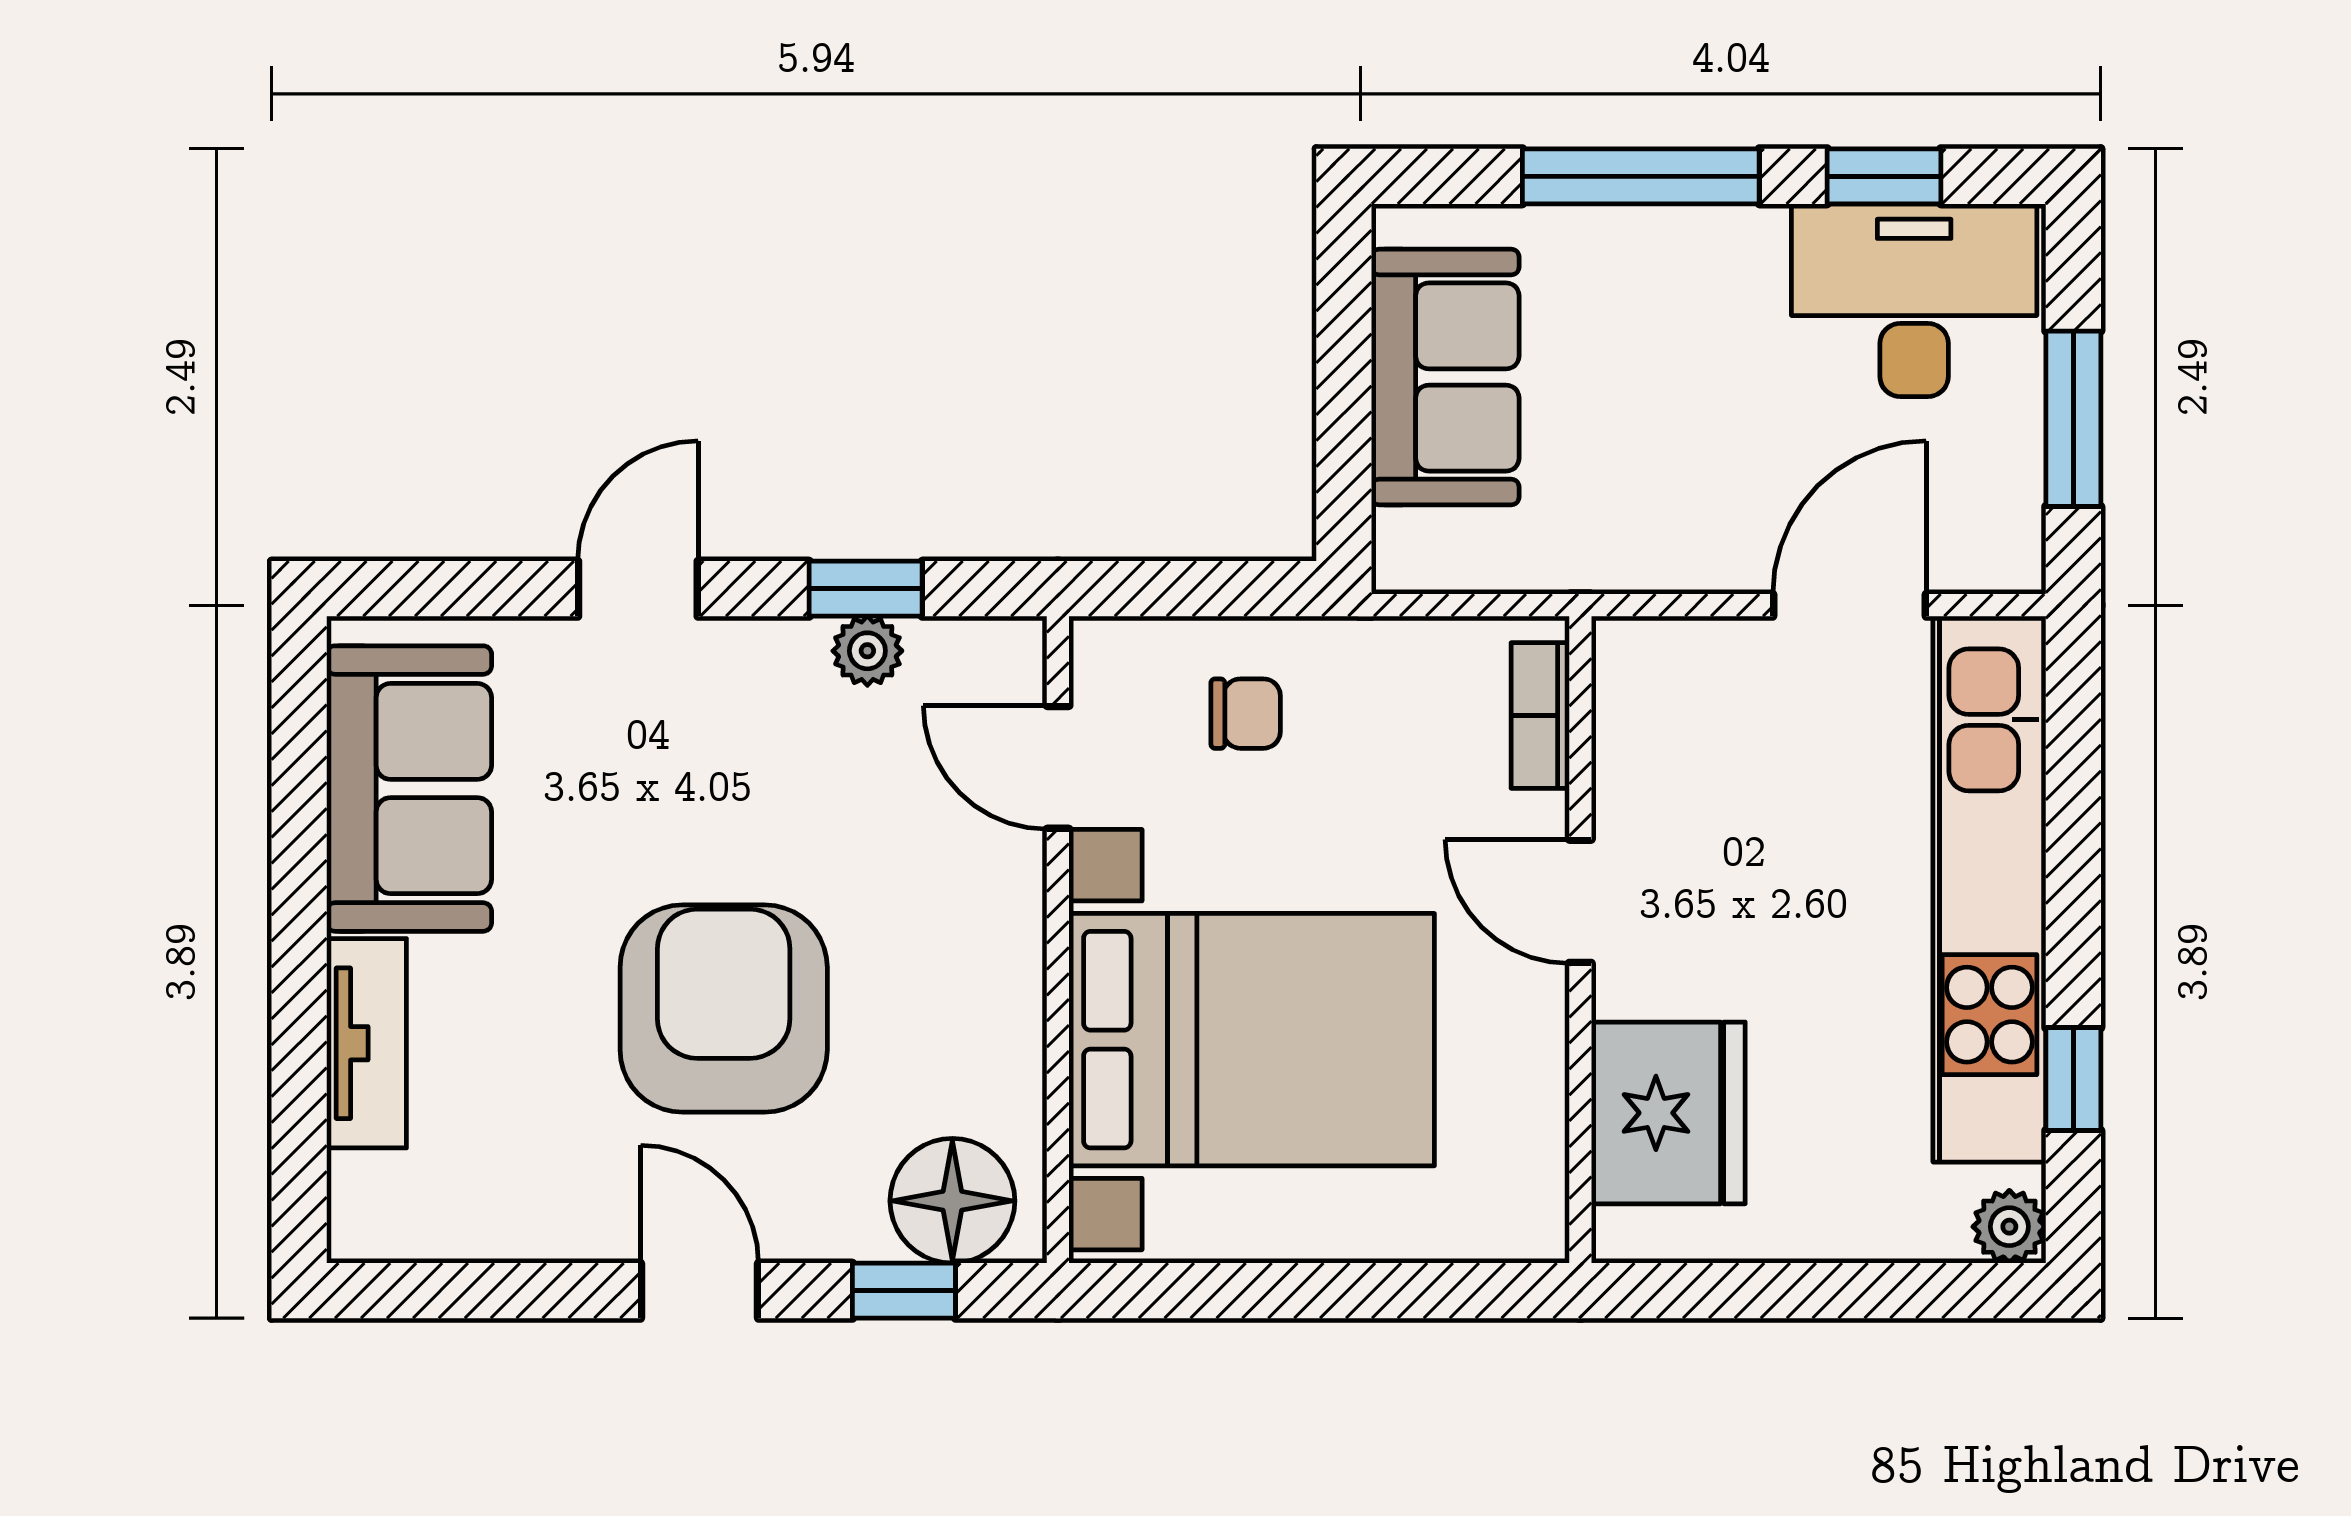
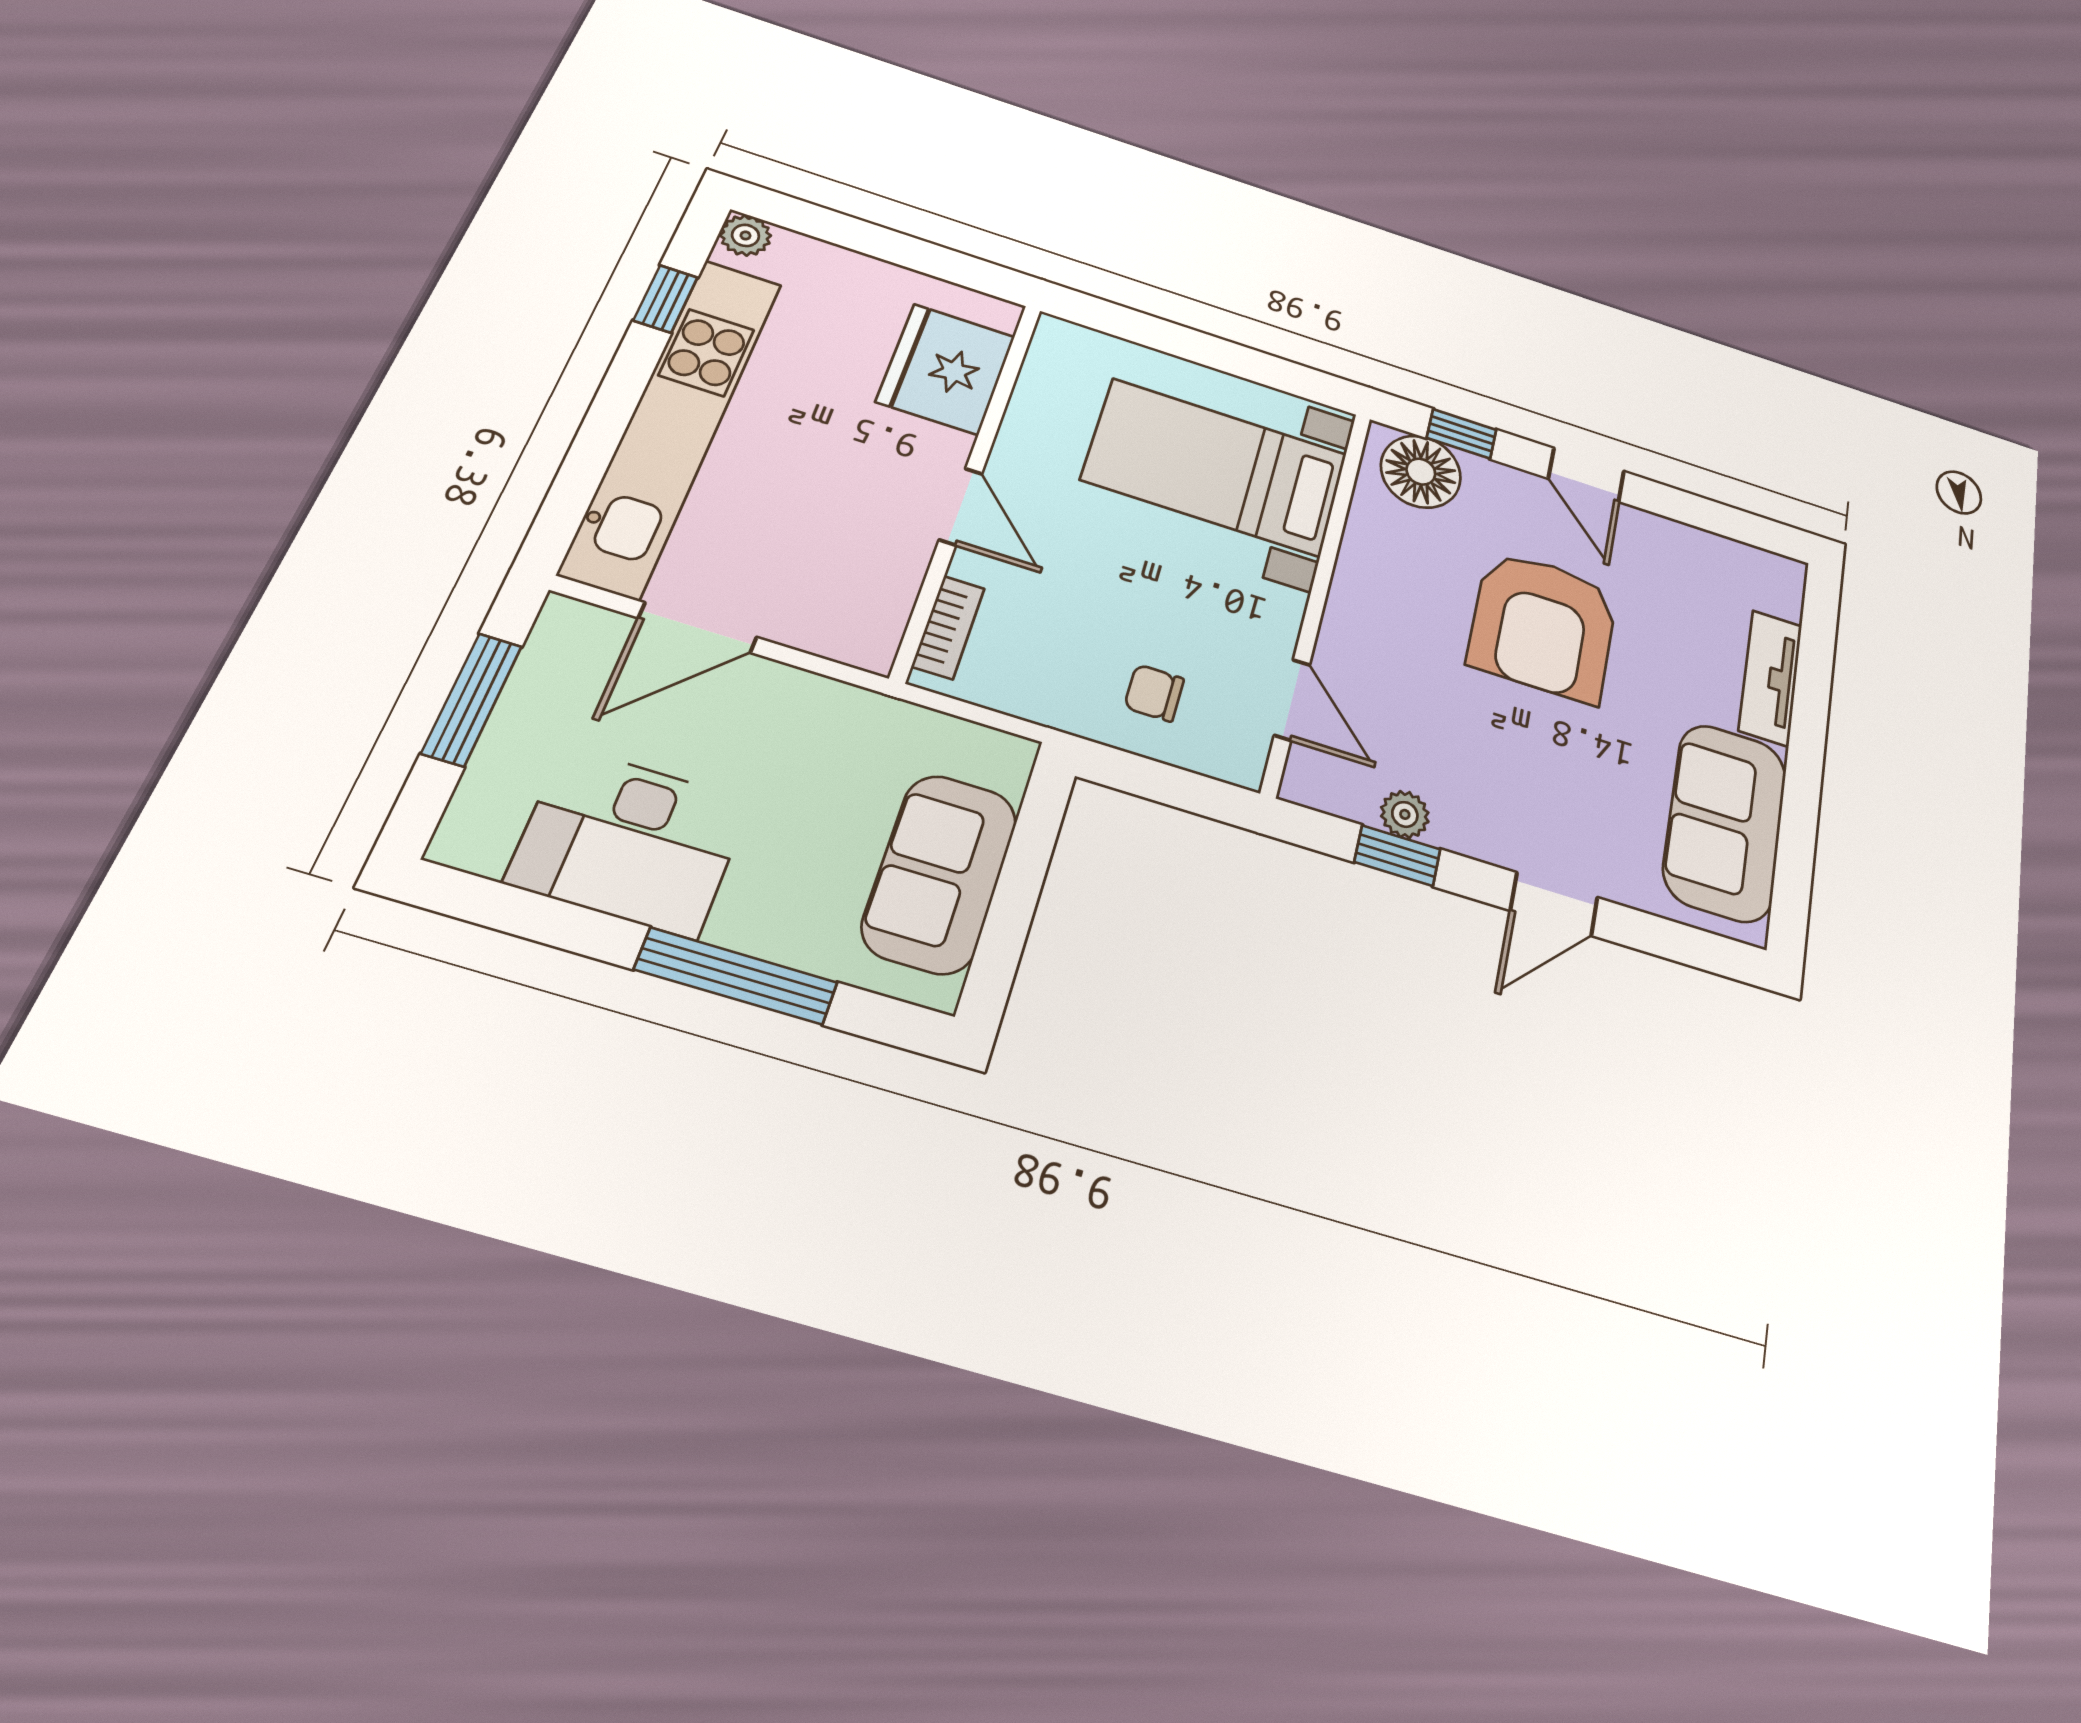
window: (1884, 176) -> (542, 919), removed
desk: (1914, 300) -> (629, 841), moved
bed with nightstands: (1252, 1040) -> (1215, 467), width x0.73

